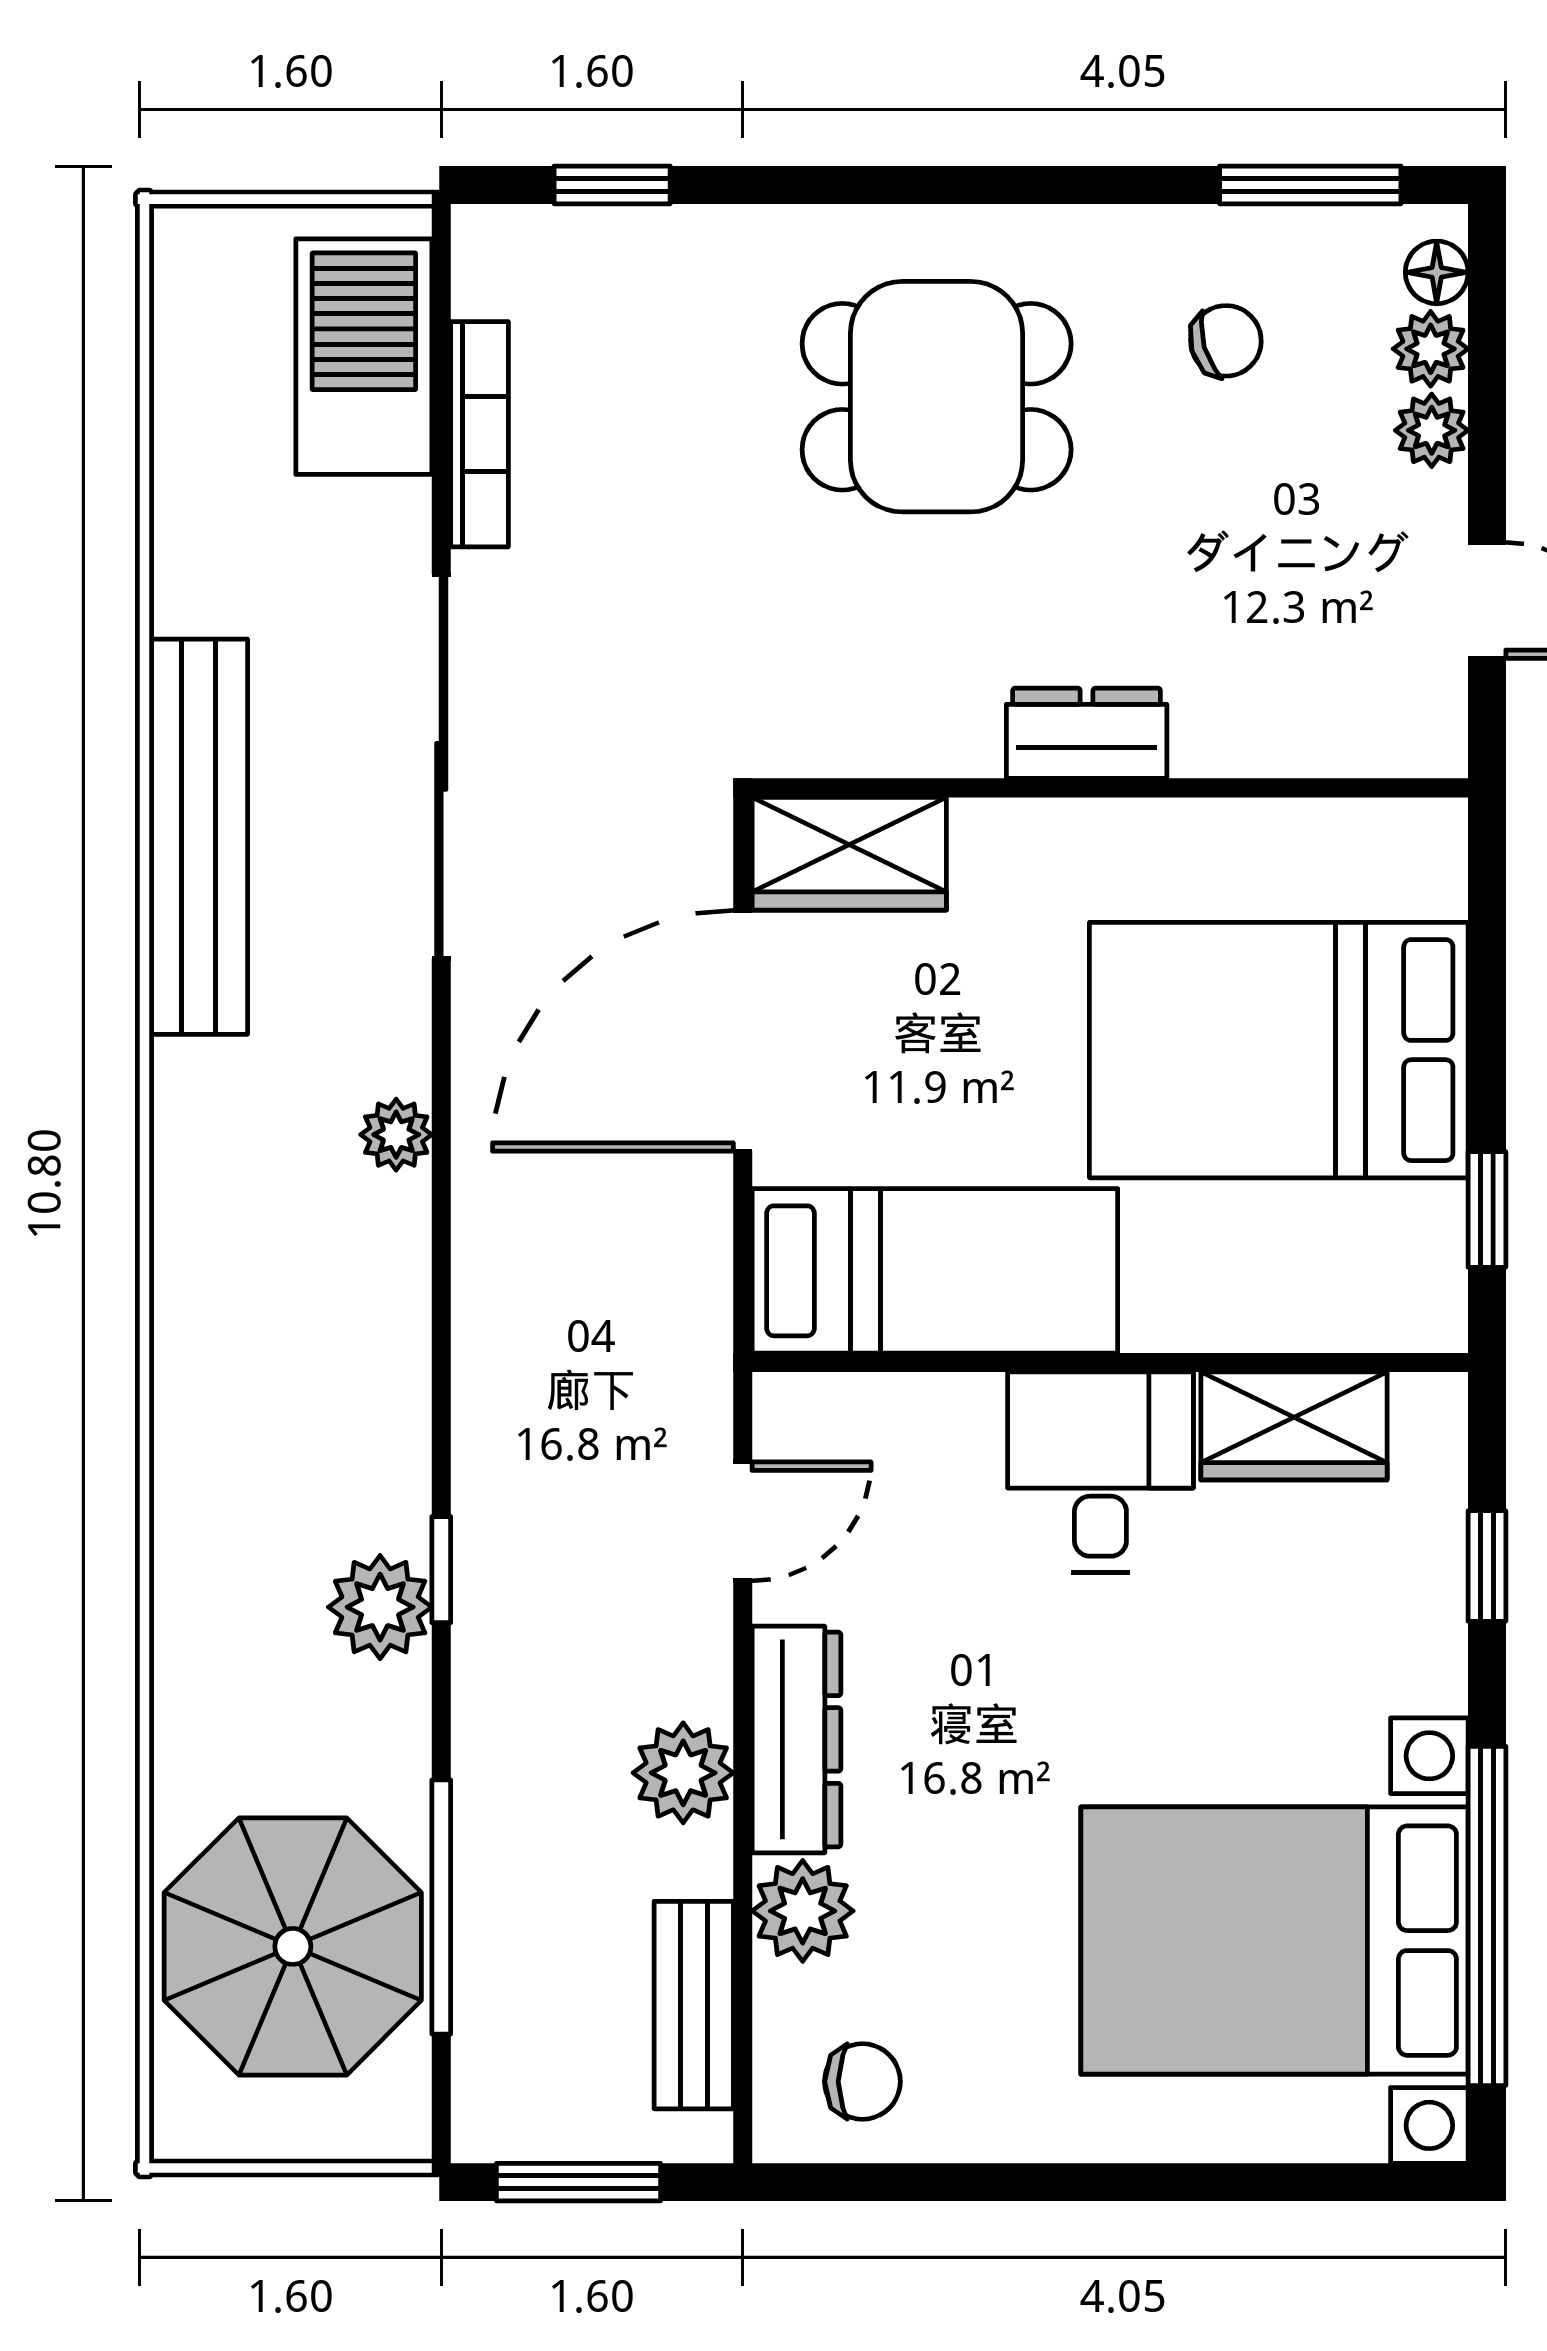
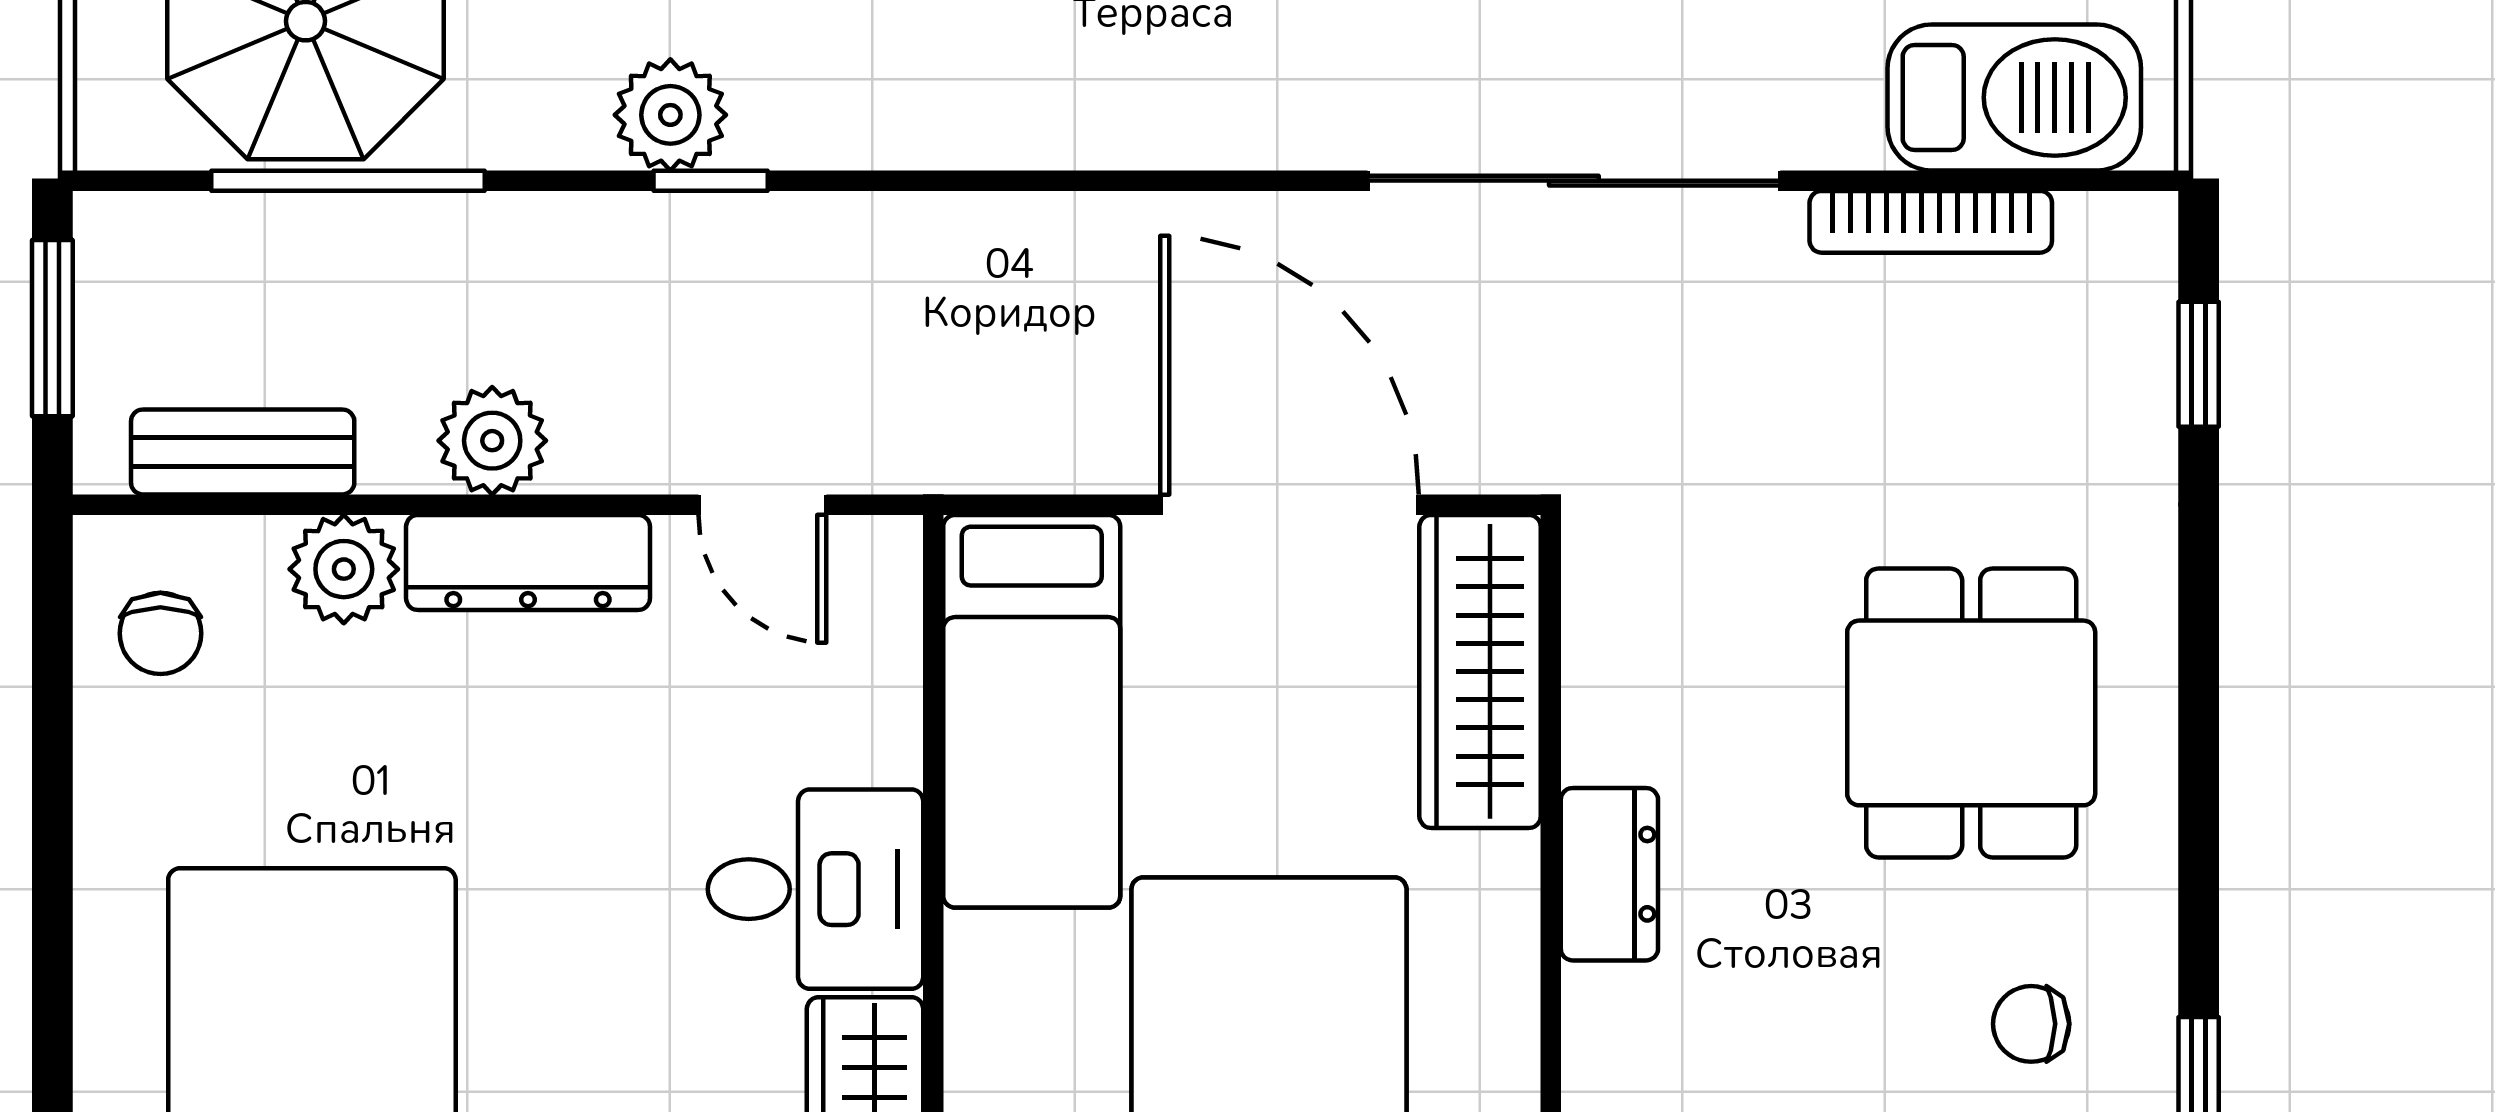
chair: (1226, 341) -> (2031, 1024), turned 106
wardrobe: (849, 854) -> (1480, 671), width x1.50
plant: (396, 1135) -> (1178, 132), removed

